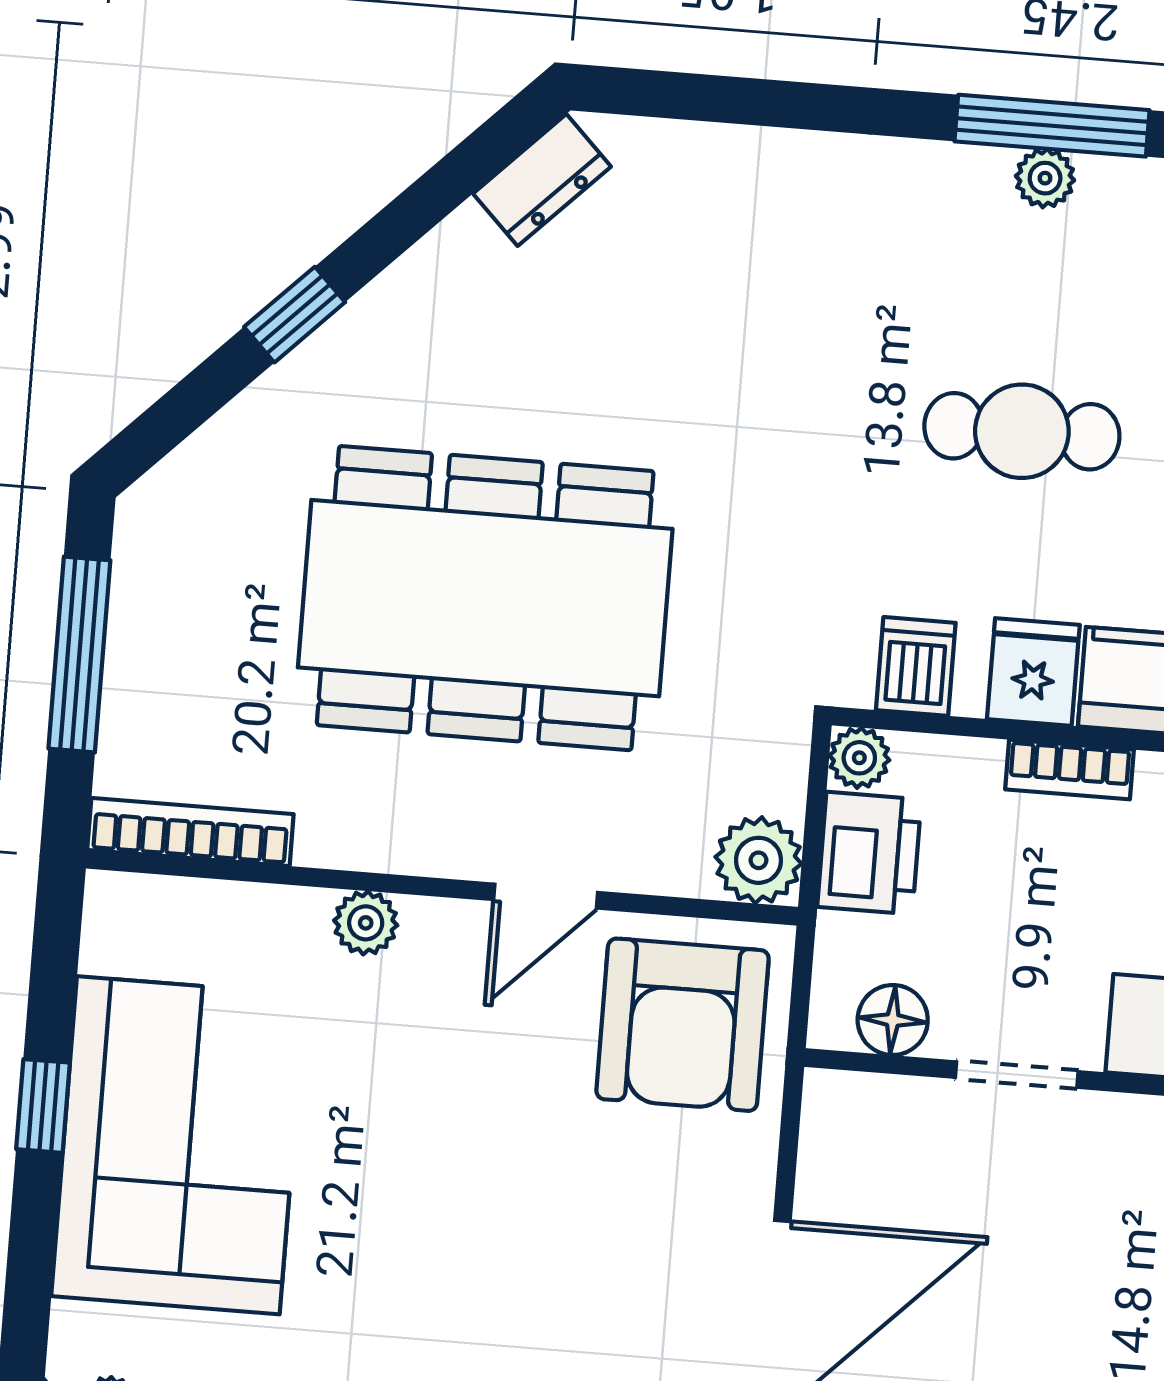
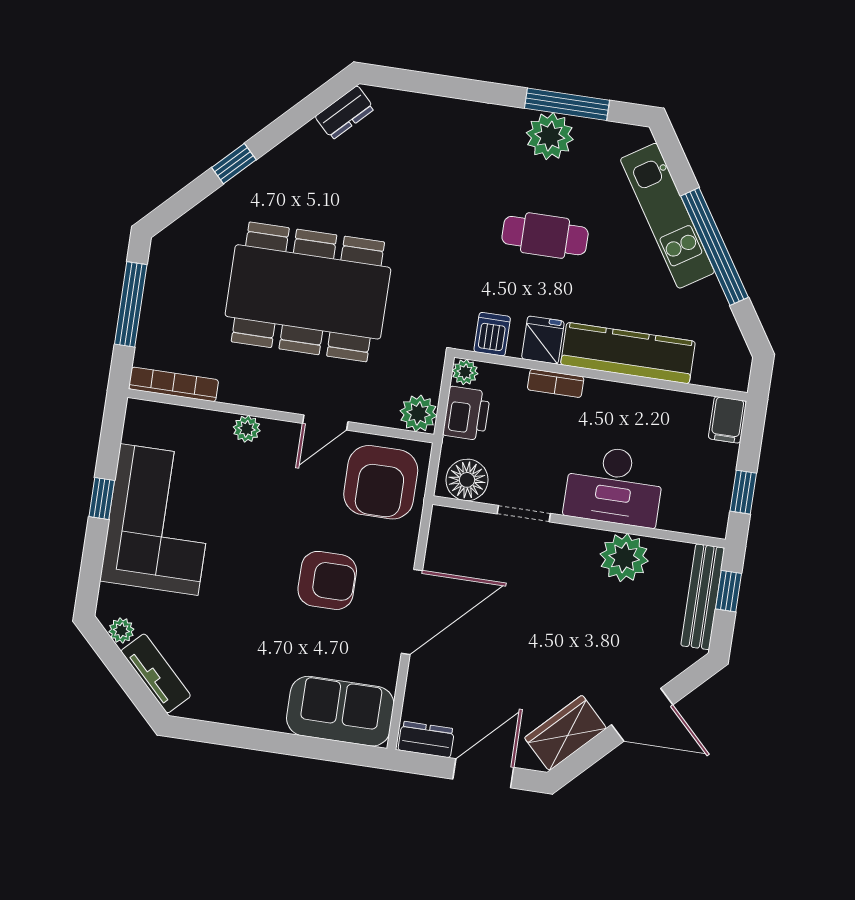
plant: (1045, 178) -> (550, 136), width x1.88, depth x1.88
floor lamp: (893, 1020) -> (467, 480), width x1.38, depth x1.38
armchair: (575, 1259) -> (327, 580), added

